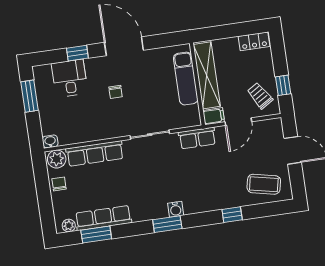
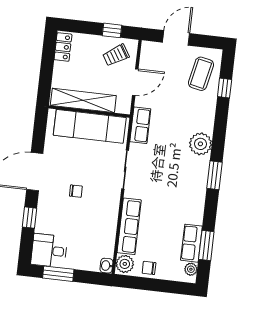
desk: (70, 78) -> (49, 251), moved
exam couch: (186, 79) -> (90, 126), width x1.36, depth x1.45
filing cabinet: (214, 116) -> (124, 104), removed
door: (238, 122) -> (135, 82), hinge flipped
plant: (195, 202) -> (200, 144), added
water cooler: (176, 209) -> (202, 164), removed
window: (232, 215) -> (225, 88), moved
row of seats: (103, 218) -> (191, 243), width x0.68

